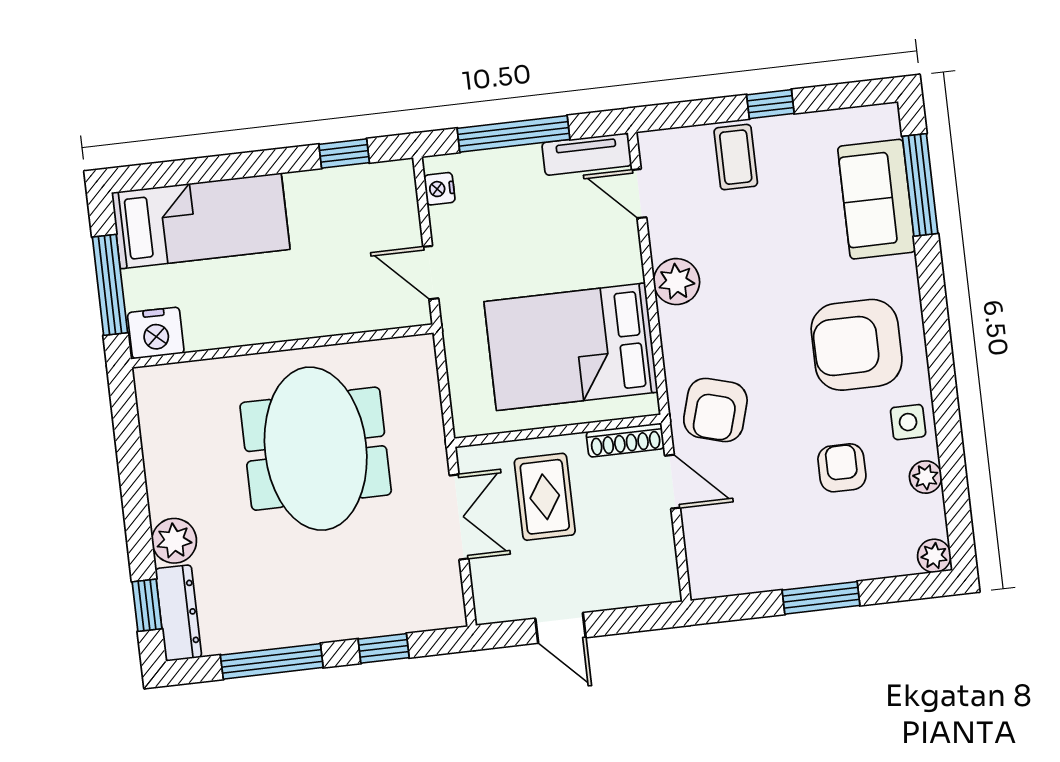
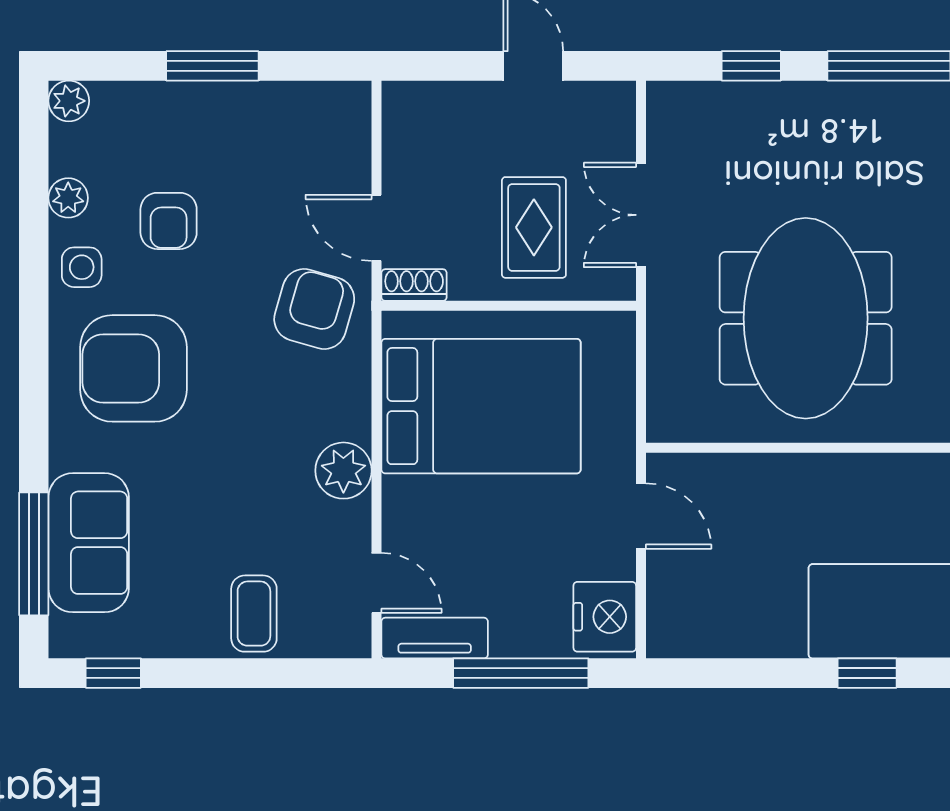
window: (770, 104) -> (113, 673), moved
window: (344, 153) -> (867, 673), moved
nightstand: (439, 189) -> (605, 617), width x1.89, depth x1.79
armchair: (857, 345) -> (134, 368), turned 180
shoe rack: (625, 440) -> (414, 285), width x0.70

